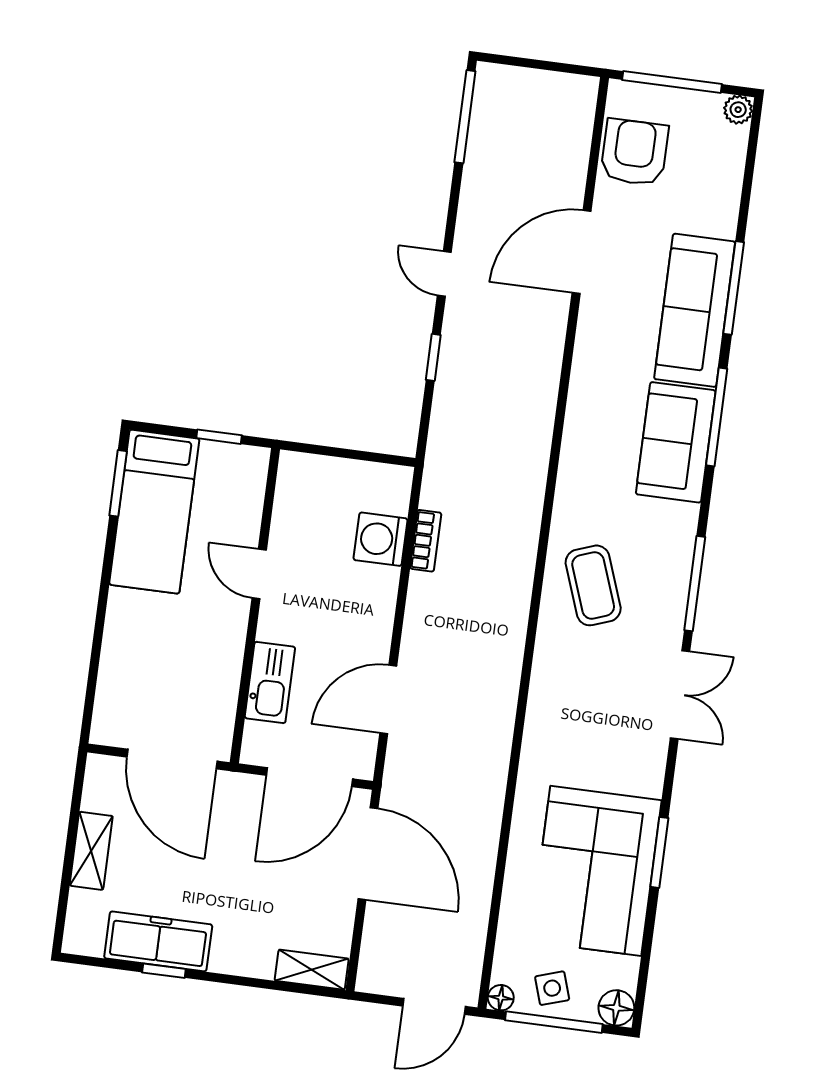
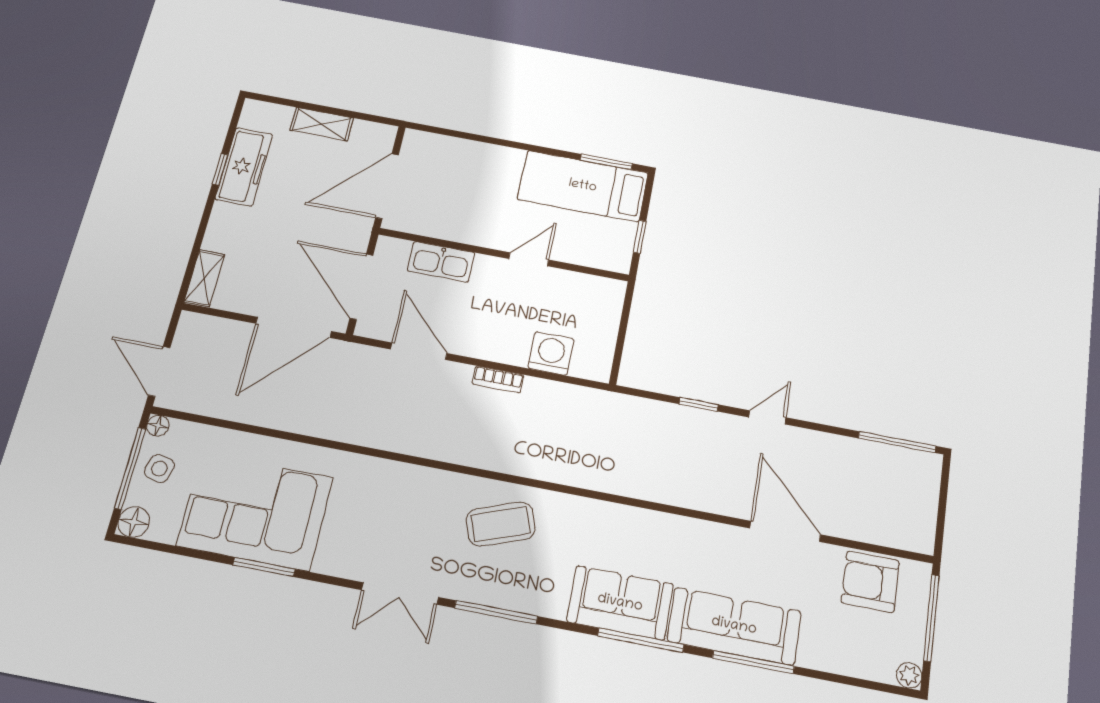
armchair: (634, 152) -> (870, 582), turned 180
bookcase: (426, 541) -> (498, 379), moved
side table: (552, 988) -> (159, 469), turned 32

